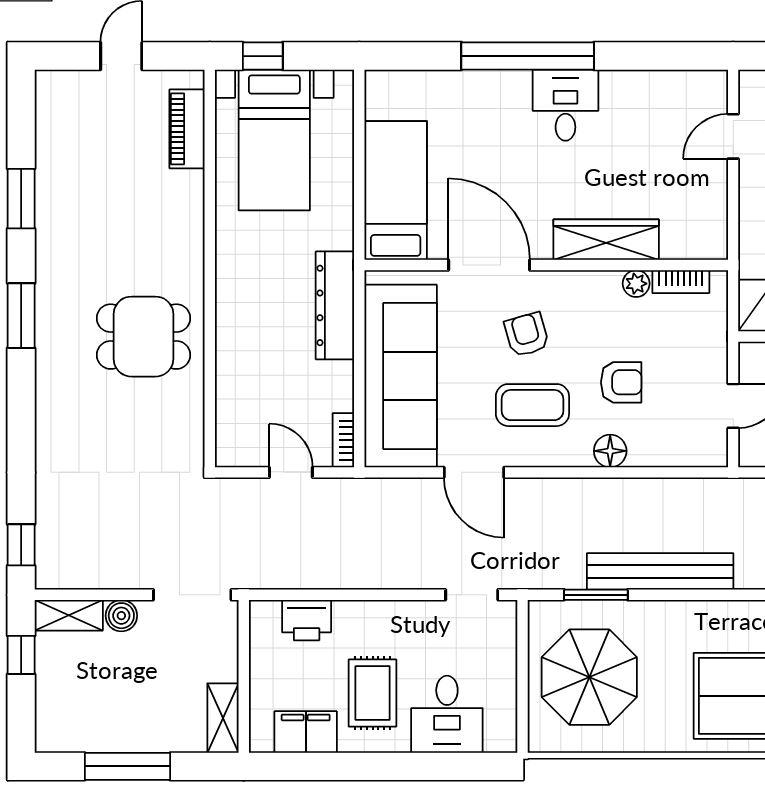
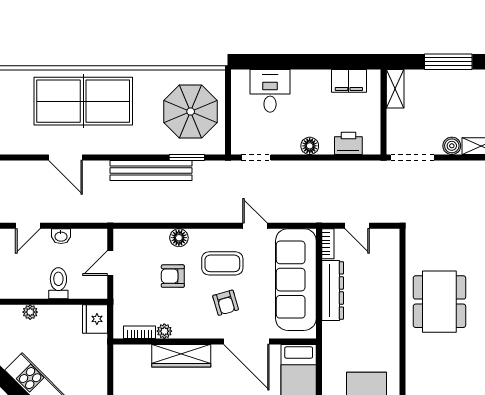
dresser: (335, 305) -> (333, 290), moved
dining table: (143, 337) -> (439, 302), width x1.38
door: (474, 472) -> (255, 226), width x0.73
floor lamp: (376, 616) -> (310, 146), added
rug: (373, 693) -> (312, 103), removed

